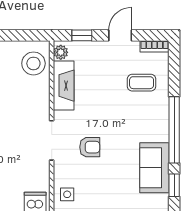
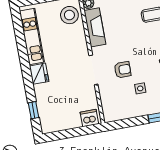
side table: (67, 194) -> (140, 88), moved

